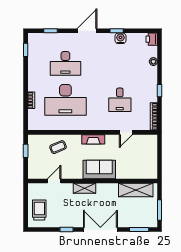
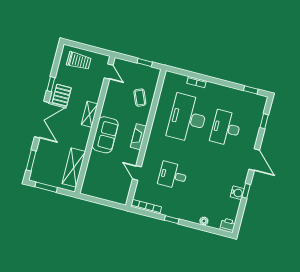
door: (54, 181) -> (109, 71), moved
pallet: (74, 217) -> (62, 95), added

